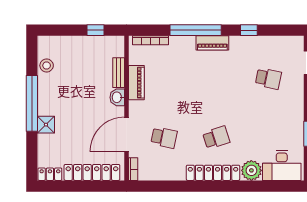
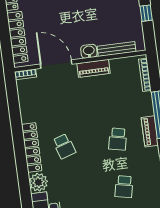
window: (96, 30) -> (146, 13), moved
bench: (119, 73) -> (117, 49), width x1.36
piano: (136, 83) -> (94, 68), moved
school desk: (164, 138) -> (118, 139), moved

